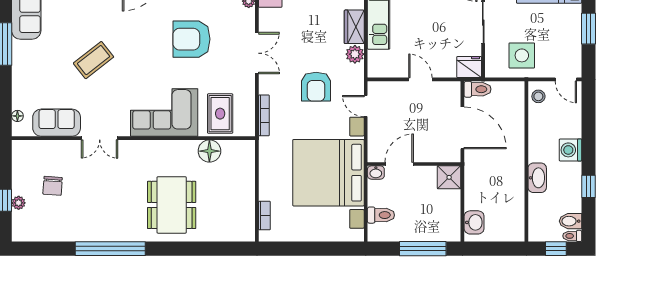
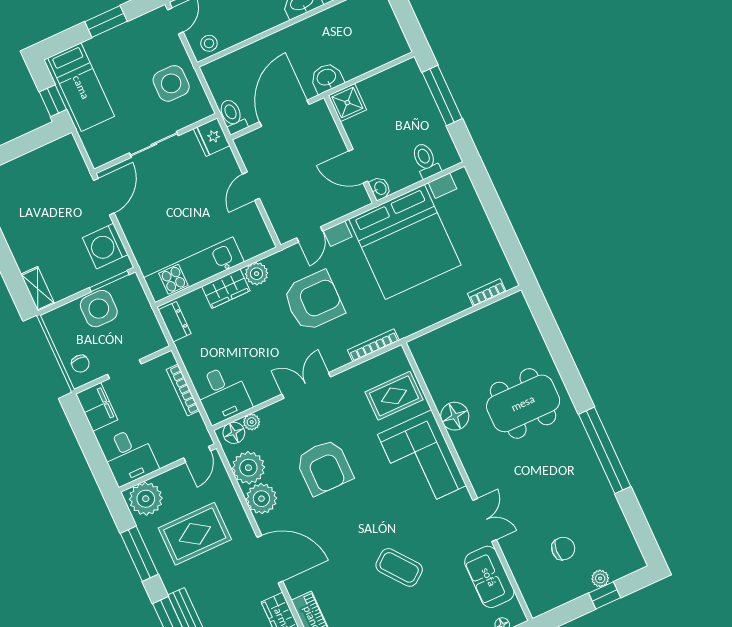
armchair: (316, 87) -> (314, 301), width x1.36, depth x1.36
floor lamp: (209, 151) -> (455, 416), moved
washbasin: (474, 222) -> (327, 78), moved

